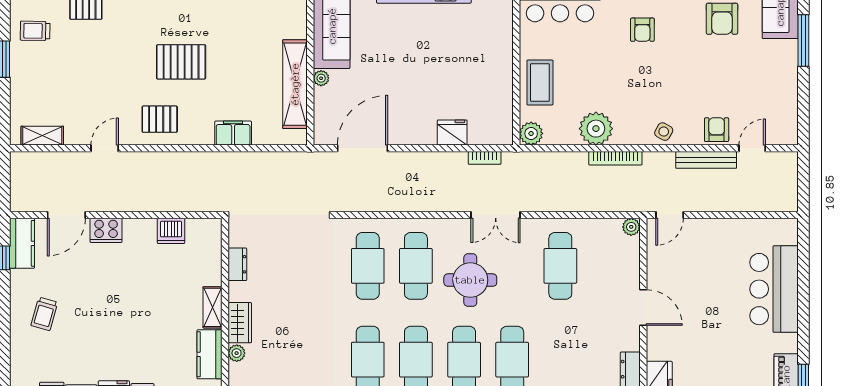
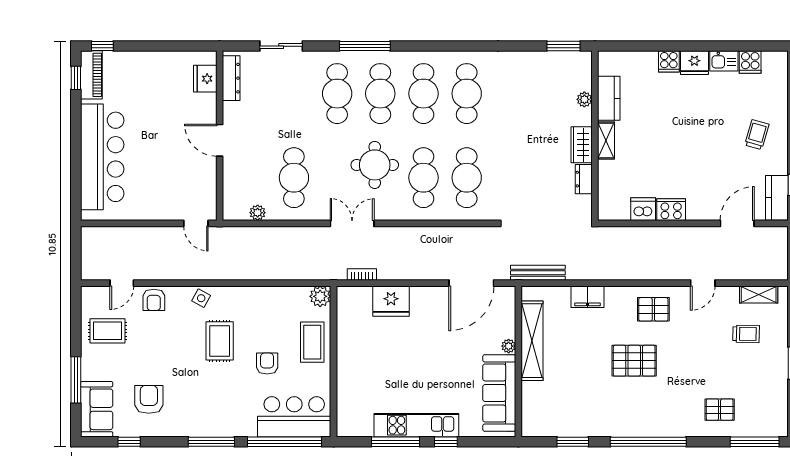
armchair: (642, 30) -> (267, 364), moved
trolley: (35, 31) -> (746, 334), moved
rug: (643, 84) -> (220, 341), added
rug: (768, 95) -> (108, 331), added
plant: (596, 129) -> (262, 301), removed
fridge: (452, 133) -> (391, 301), width x1.36, depth x1.34
bookcase: (615, 158) -> (245, 274), removed
bench: (706, 160) -> (538, 273), moved
door: (670, 215) -> (196, 223), swing flipped
plant: (631, 227) -> (258, 213), moved
cooker: (106, 230) -> (671, 210), moved
bar counter: (774, 289) -> (102, 157), width x1.36
wardrobe: (240, 323) -> (582, 145), moved

